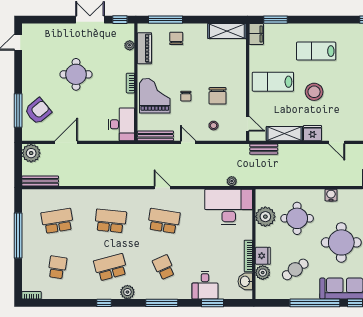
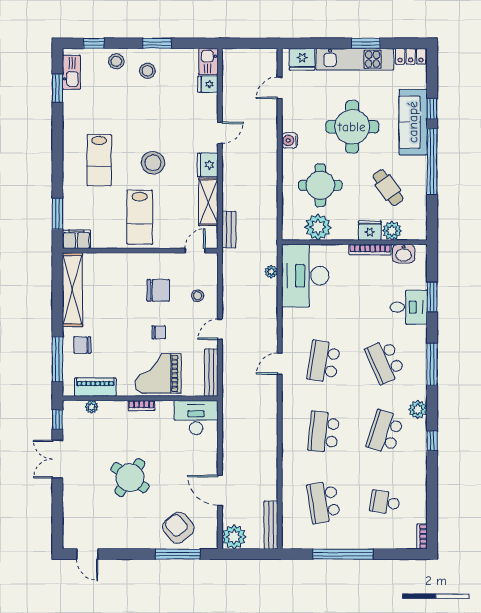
shelving: (227, 31) -> (72, 290), width x1.47
round table: (76, 74) -> (130, 478), turned 35
school desk: (111, 267) -> (385, 432), turned 33
school desk: (164, 267) -> (385, 361), width x1.85

